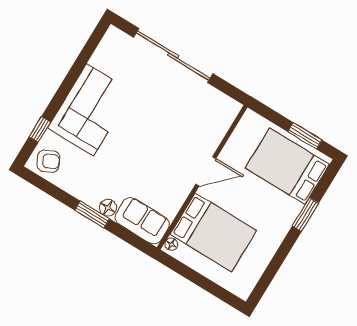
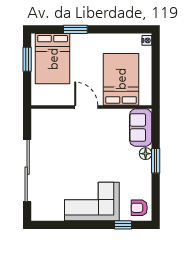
armchair: (48, 161) -> (139, 208), turned -65
floor lamp: (171, 244) -> (144, 101), removed
nightstand: (241, 291) -> (147, 40), added

